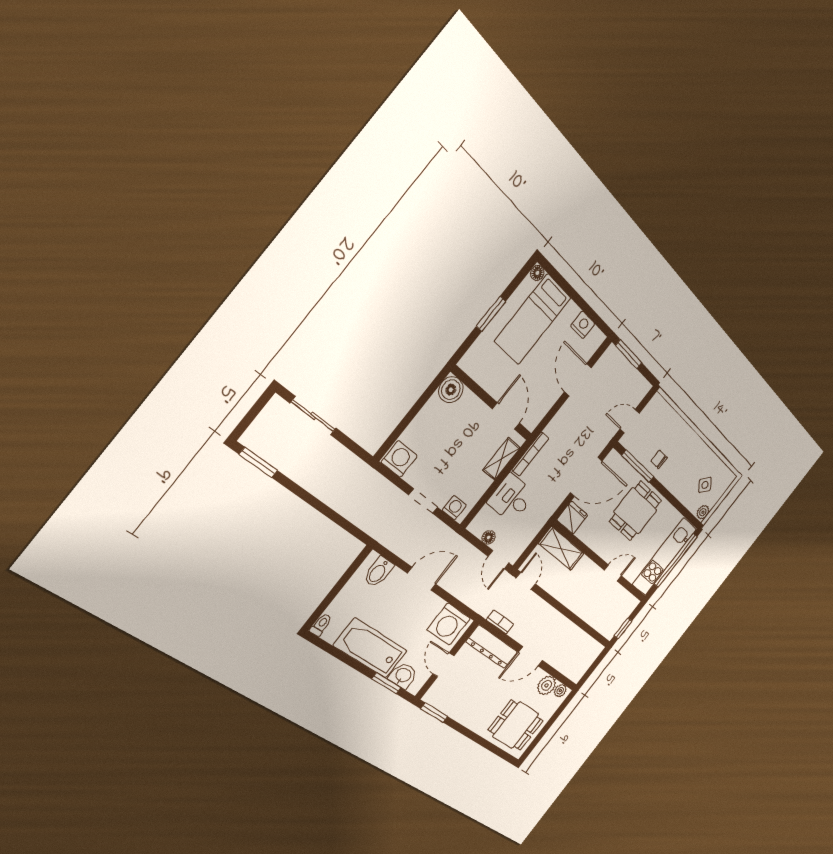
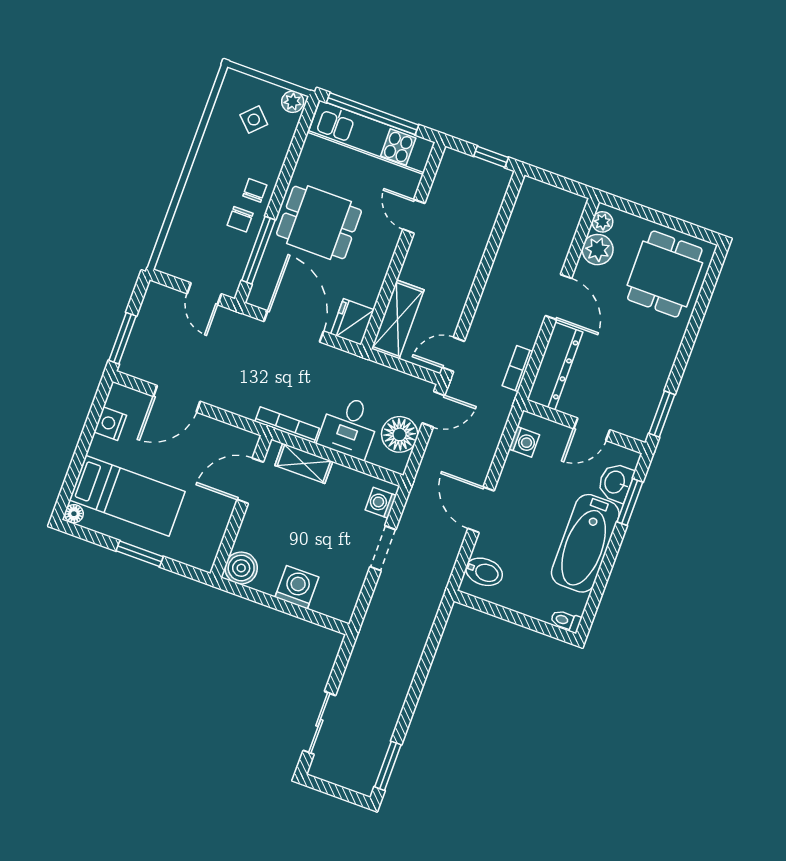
washing machine: (399, 459) -> (297, 587), moved, turned 90
chair: (670, 474) -> (255, 190), added
floor lamp: (489, 537) -> (400, 434), width x1.89, depth x1.89
washing machine: (449, 624) -> (524, 442), width x0.53, depth x0.53

